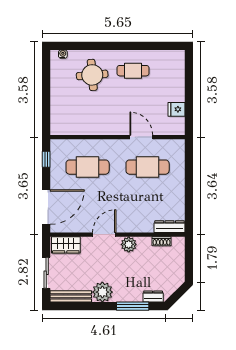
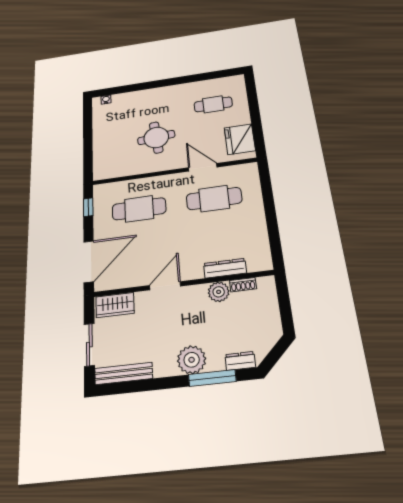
cafe table: (133, 71) -> (213, 104), moved
round table: (92, 75) -> (156, 137), moved
fridge: (177, 109) -> (240, 139), width x1.88, depth x1.34
dresser: (170, 227) -> (225, 268), moved
plant: (129, 244) -> (219, 292), moved
plant: (102, 292) -> (192, 360), moved

